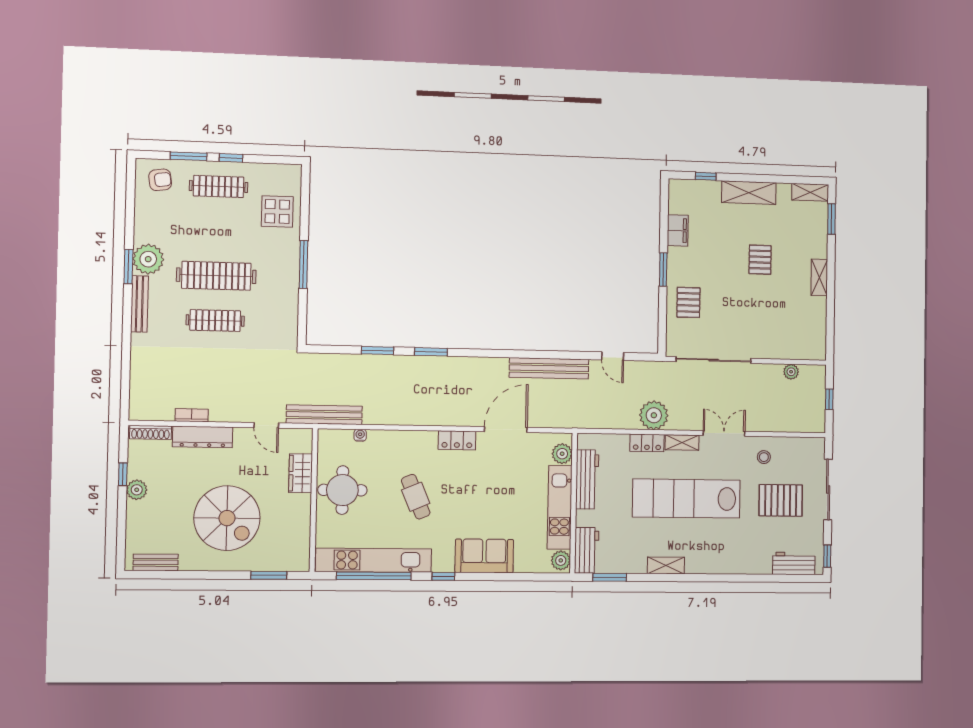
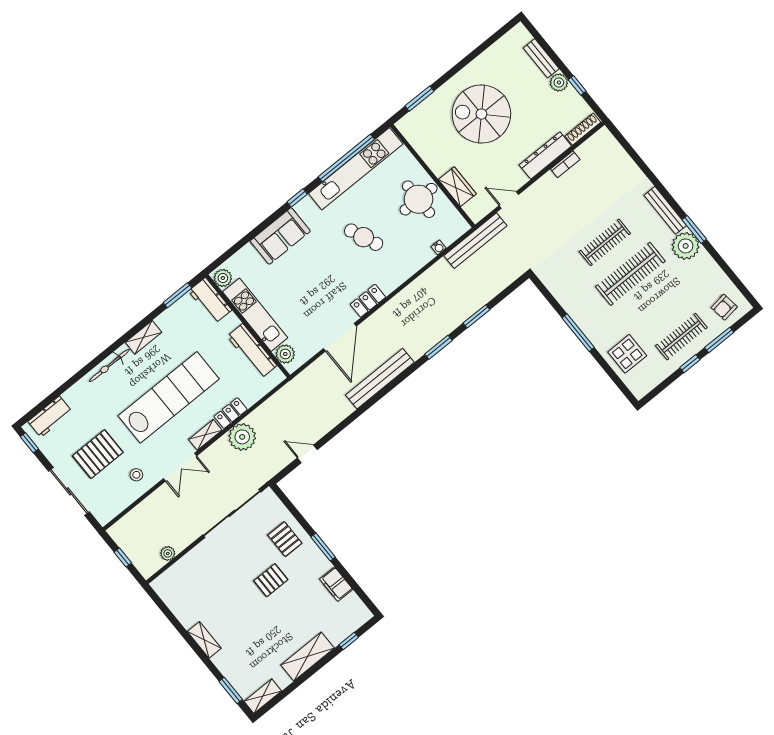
pallet: (760, 260) -> (271, 580), moved, turned 90
bench: (549, 368) -> (380, 379), moved
bench: (156, 562) -> (541, 58), moved, turned 90
bicycle: (712, 566) -> (109, 365), added

